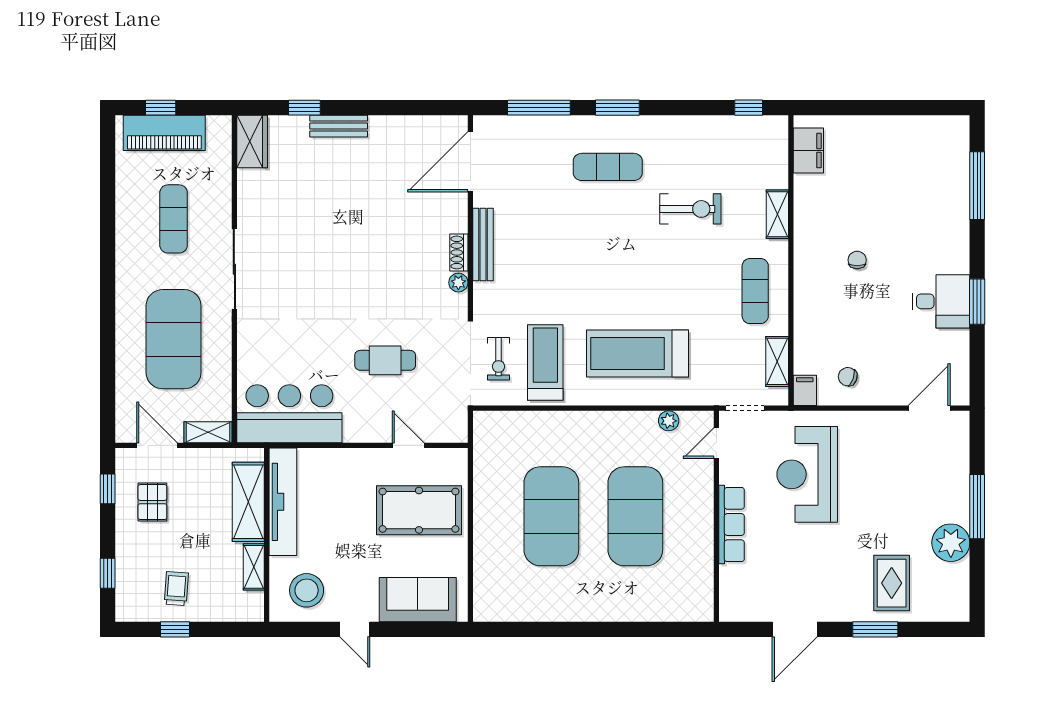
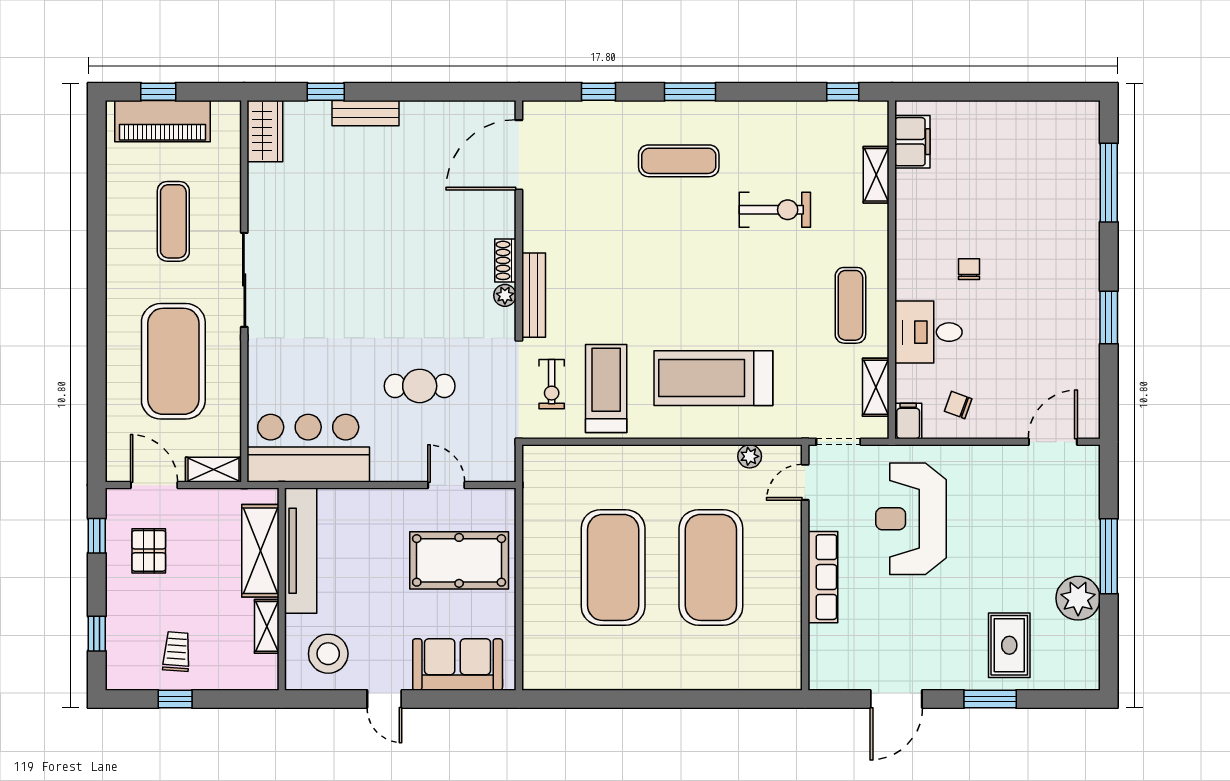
window: (539, 108) -> (598, 92), width x0.46
shelving: (777, 214) -> (876, 175), moved
bench: (483, 245) -> (534, 295), moved
desk: (941, 301) -> (928, 332), moved, turned 180

